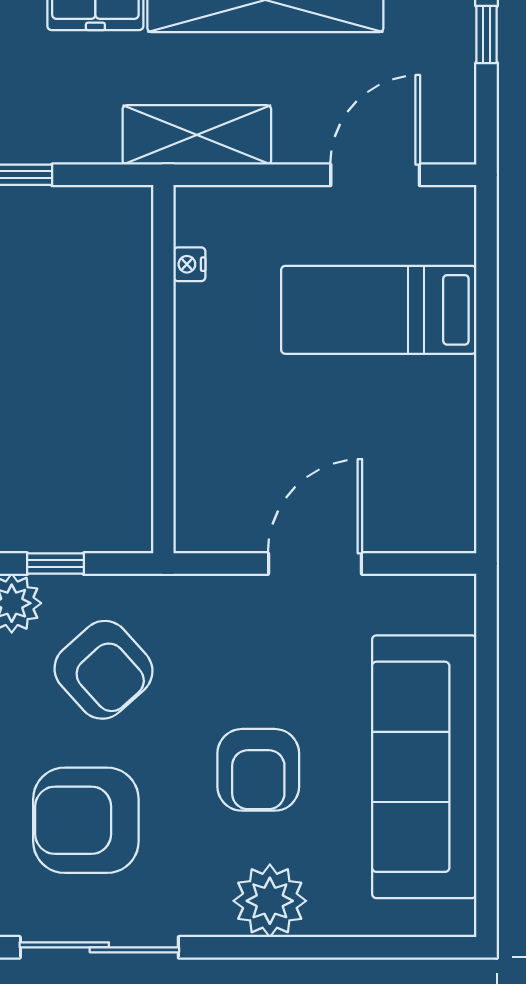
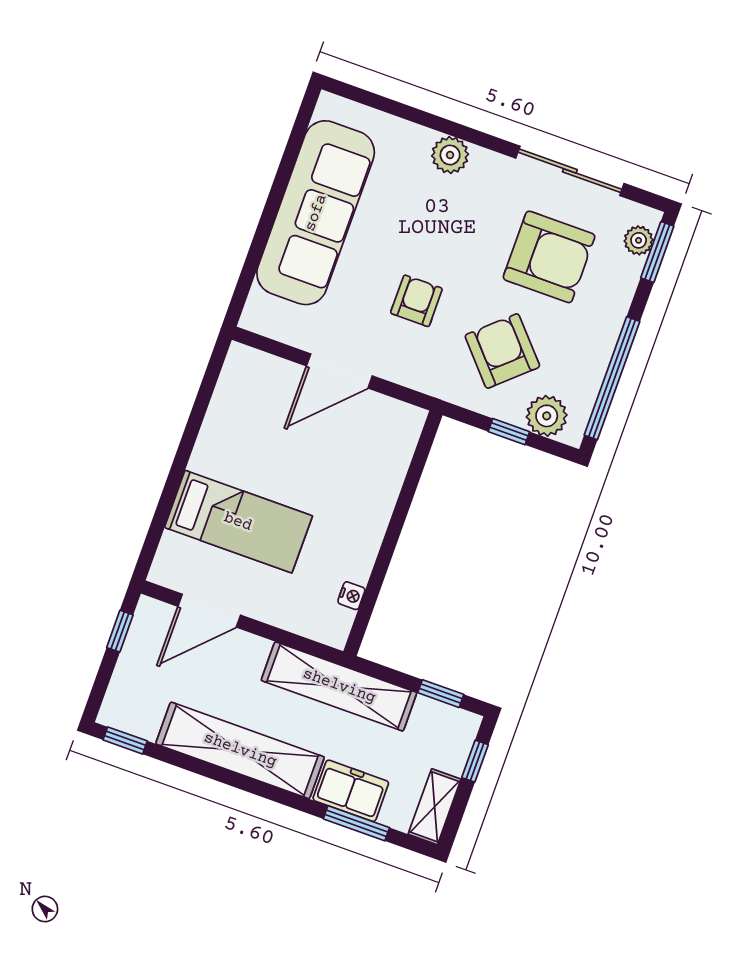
window: (487, 34) -> (120, 631), moved
shelving: (197, 135) -> (339, 686), width x1.47
armchair: (258, 770) -> (416, 301), moved, width x0.72, depth x0.72
plant: (270, 901) -> (450, 155), width x0.73, depth x0.73

